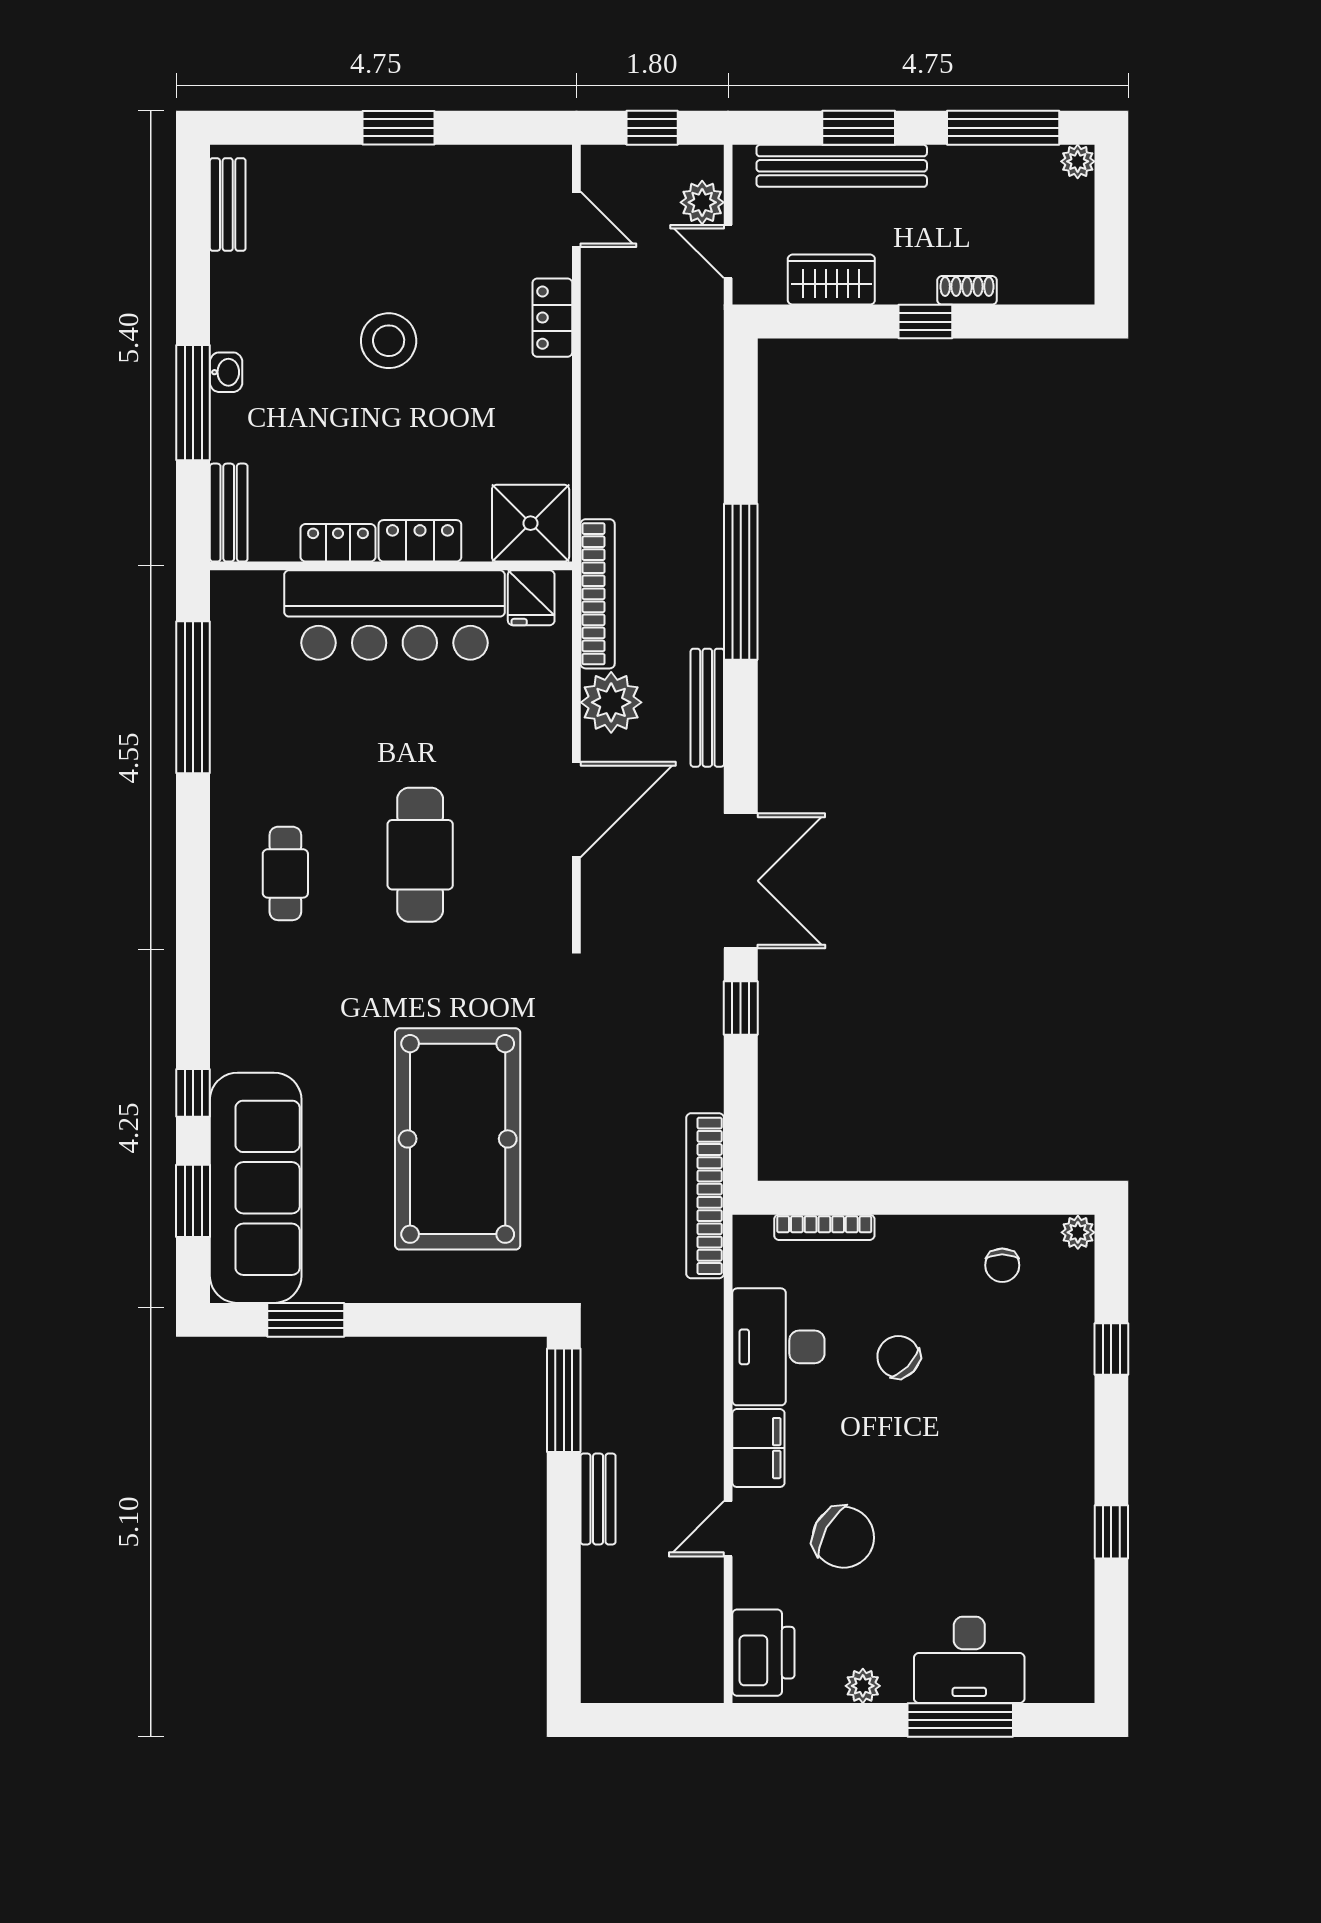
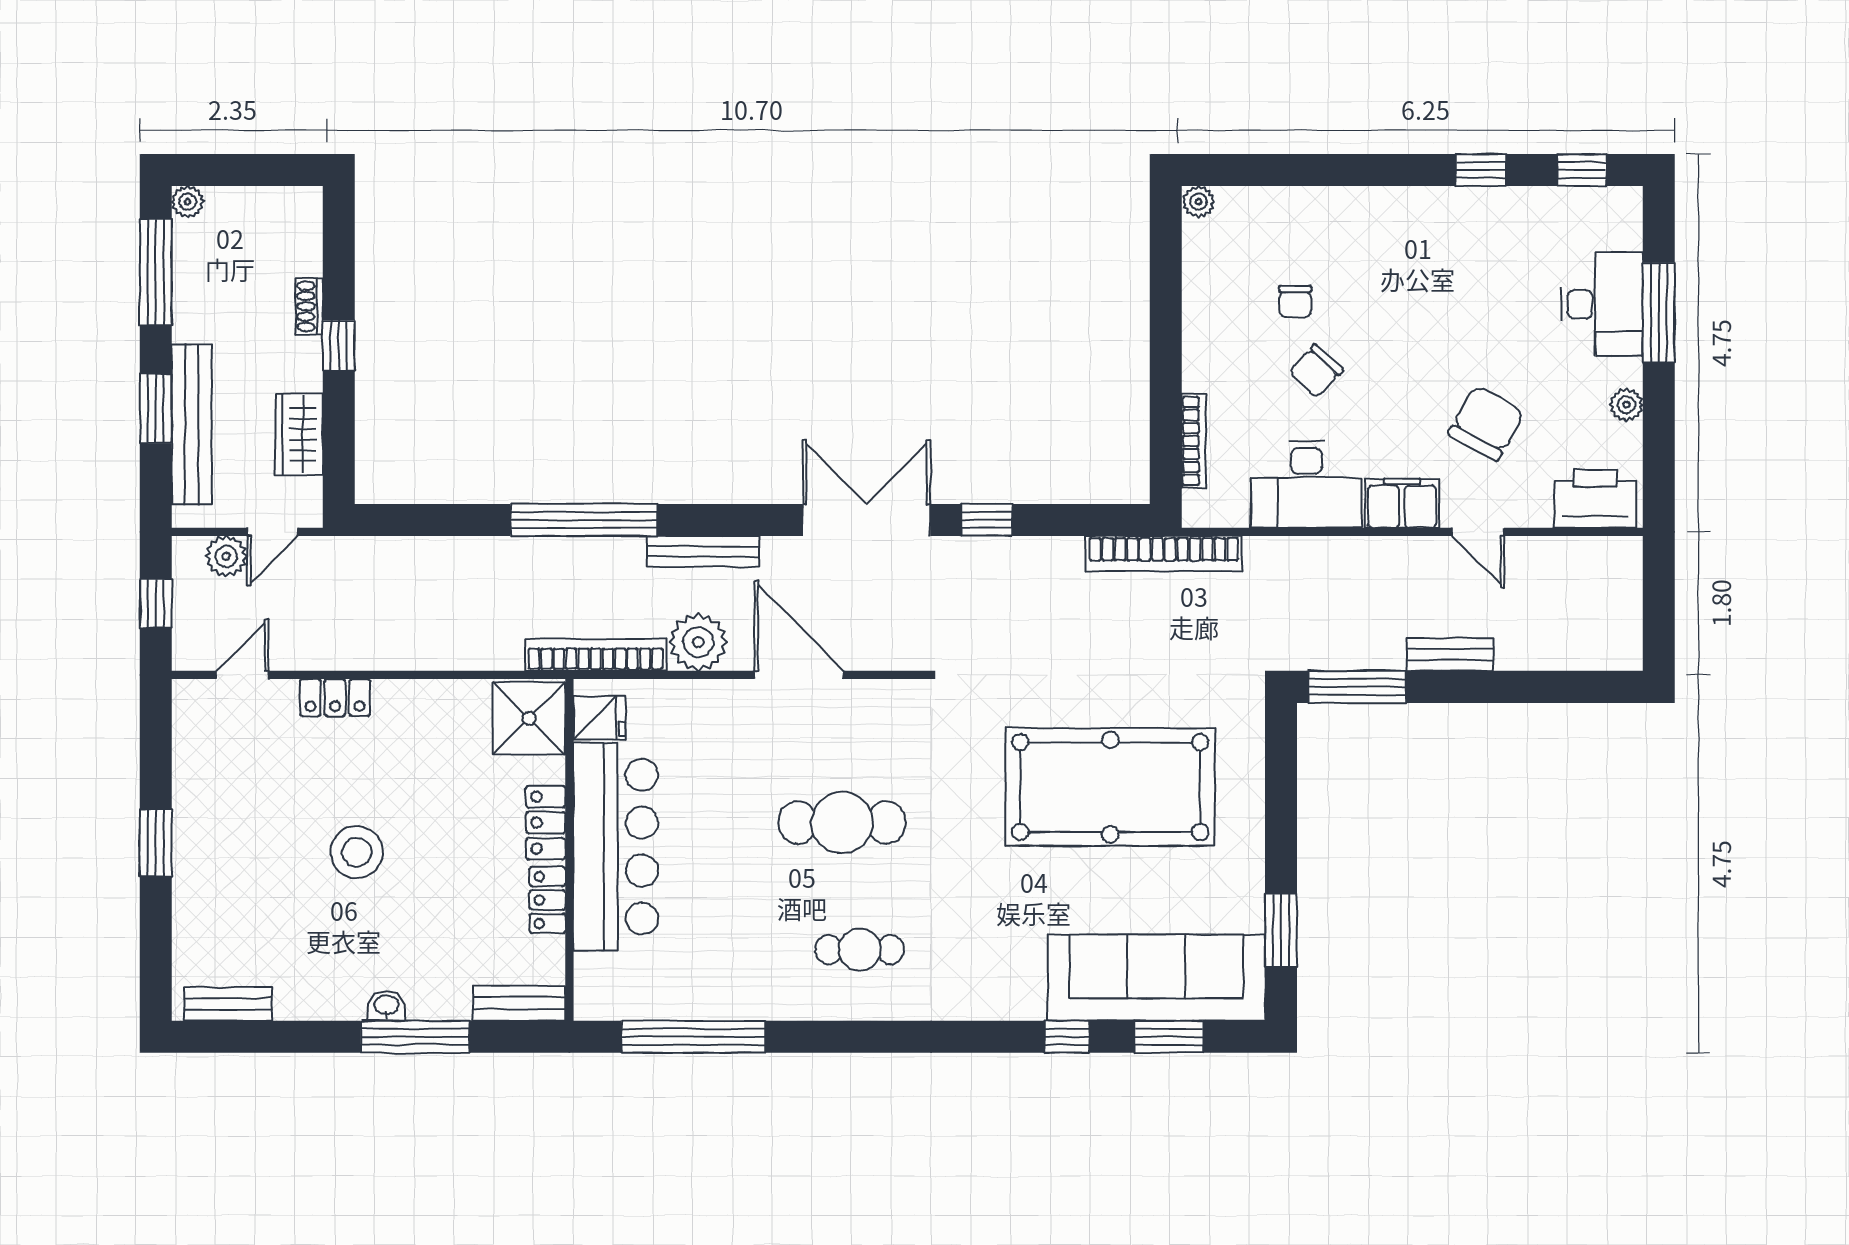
chair: (1002, 1265) -> (1295, 302), moved, turned 90
window: (1111, 1349) -> (1582, 170), moved

